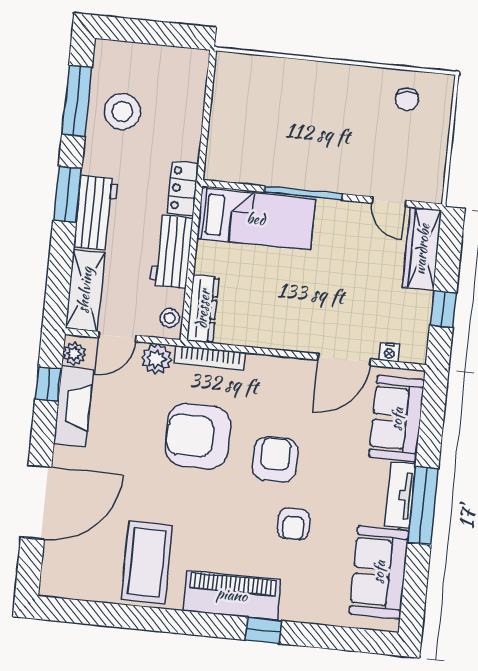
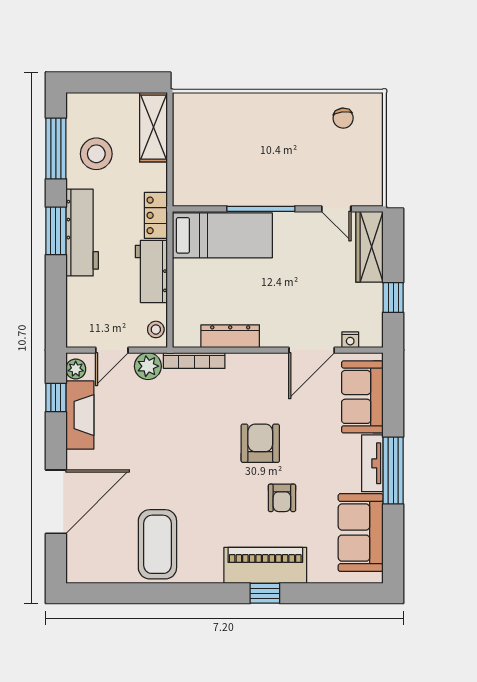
workbench: (96, 213) -> (82, 233), width x1.38
shelving: (85, 290) -> (154, 127), moved
dresser: (203, 309) -> (230, 336), moved, turned -90
armchair: (198, 436) -> (191, 430), removed
piano: (232, 595) -> (265, 565), moved

